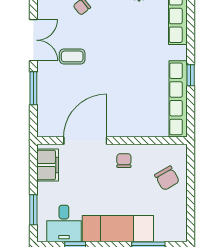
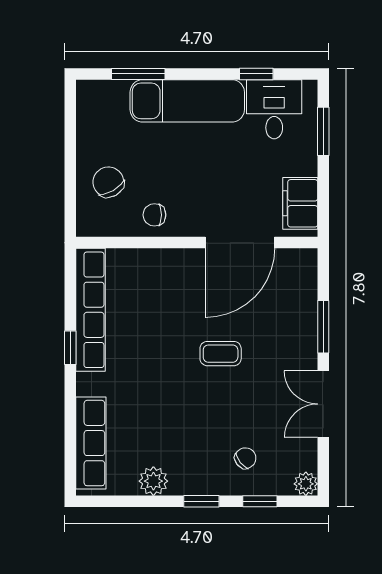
coffee table: (72, 56) -> (221, 354), moved
chair: (124, 161) -> (154, 215), moved, turned 90

